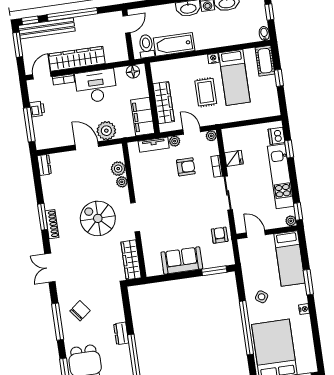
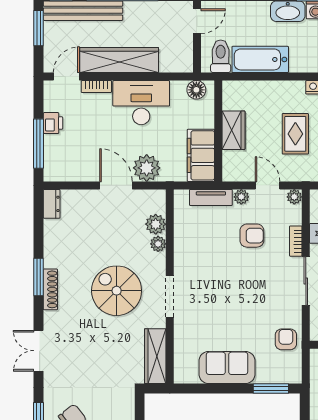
wardrobe: (164, 103) -> (233, 130), width x0.67

